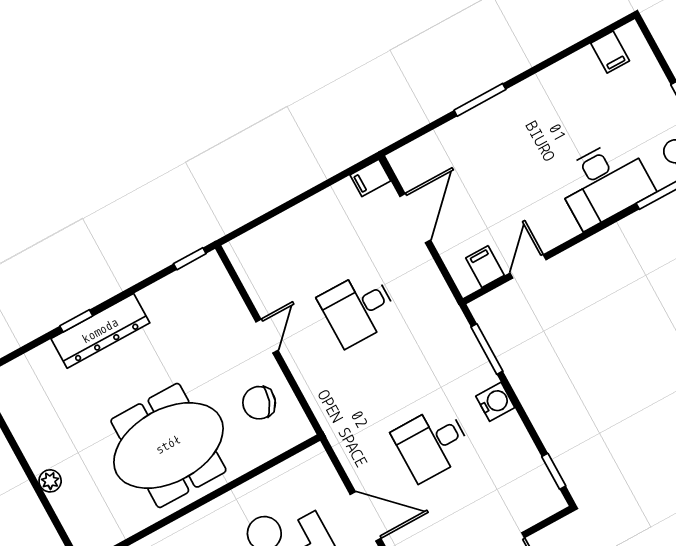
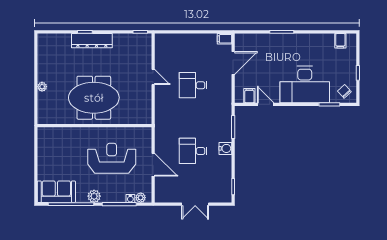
desk: (604, 183) -> (305, 84), width x1.36, depth x1.30
door: (528, 266) -> (266, 104), hinge flipped
door: (267, 336) -> (153, 77), hinge flipped
chair: (259, 403) -> (137, 100), removed

